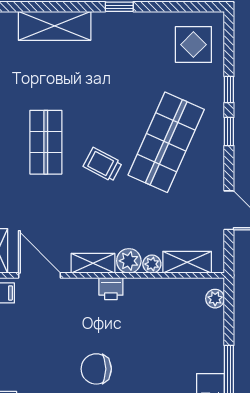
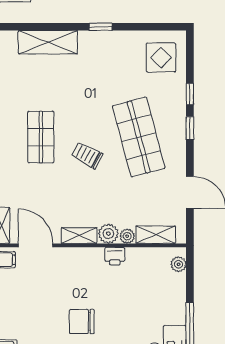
shop shelf: (166, 142) -> (139, 137), turned -39
printer: (111, 289) -> (115, 256), moved

